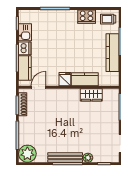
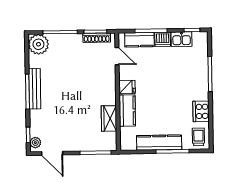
plant: (88, 158) -> (35, 143), moved

